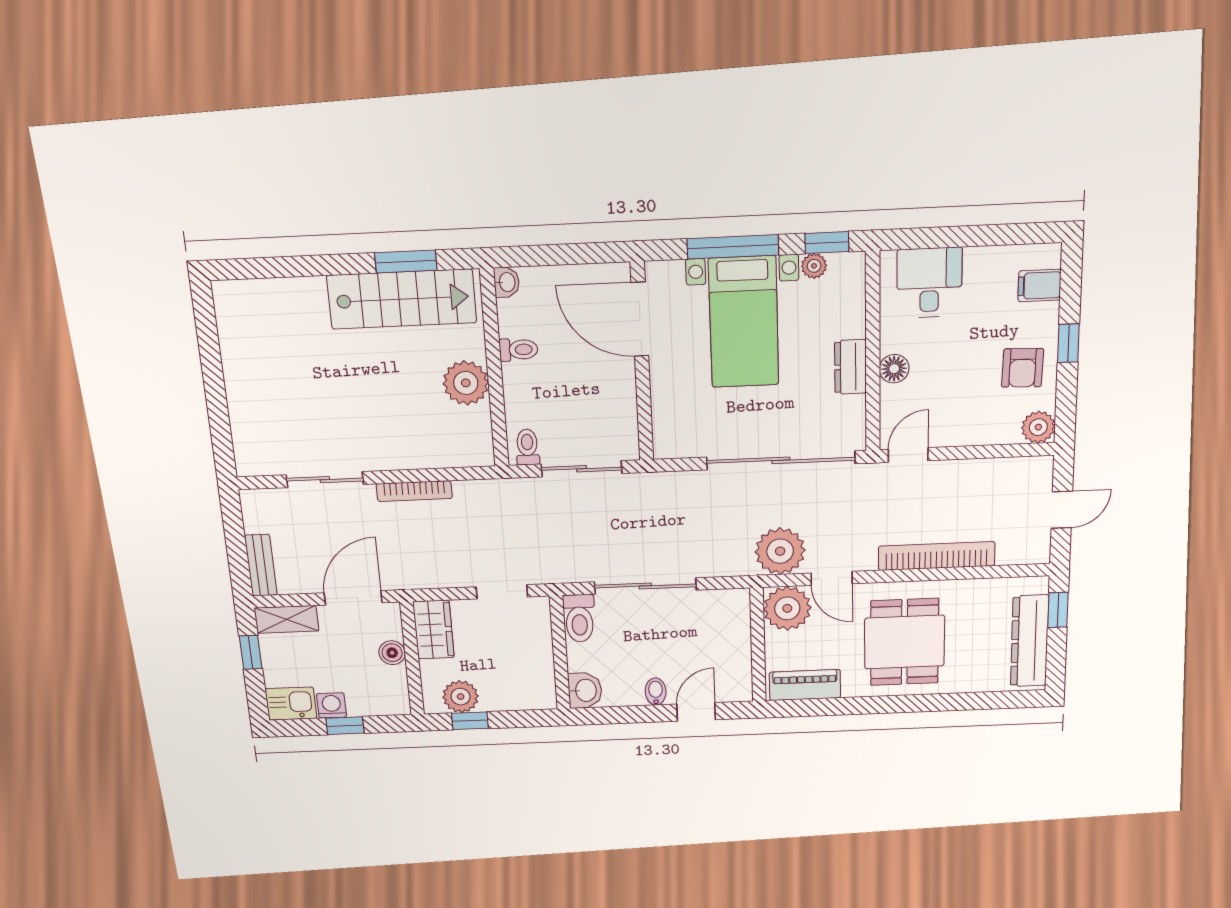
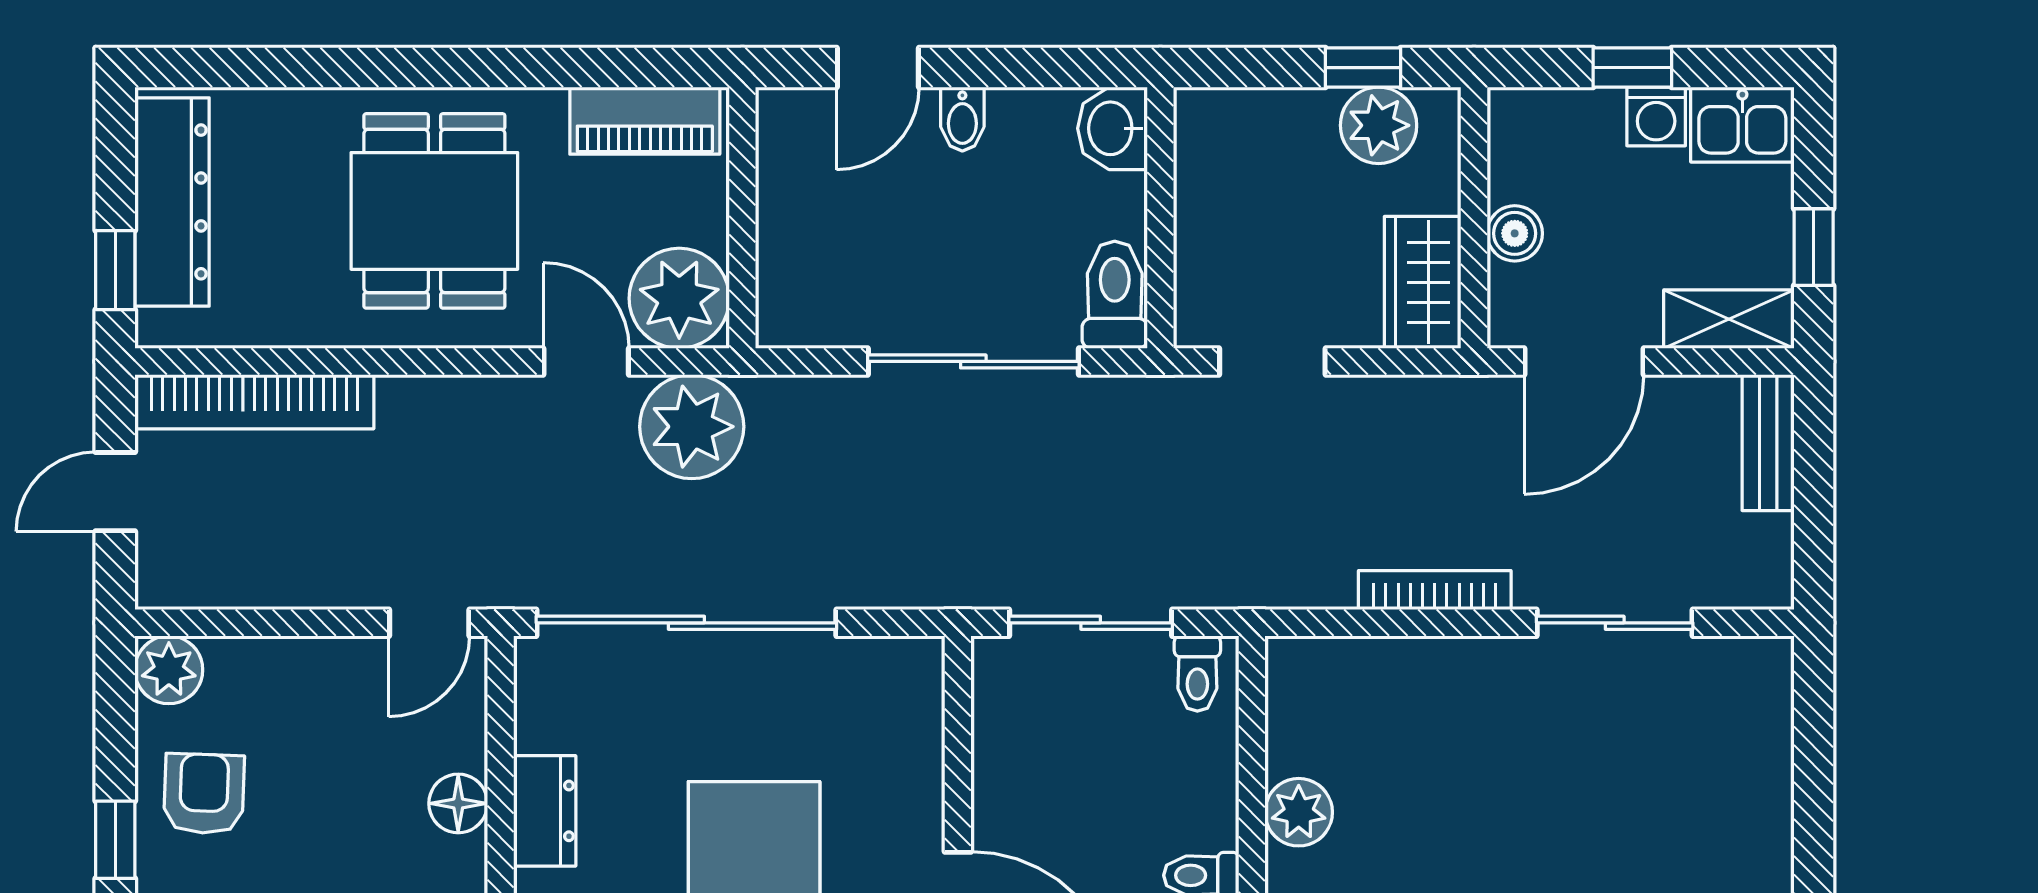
plant: (466, 383) -> (1299, 812), width x0.73, depth x0.73
bookcase: (937, 556) -> (254, 402), moved

